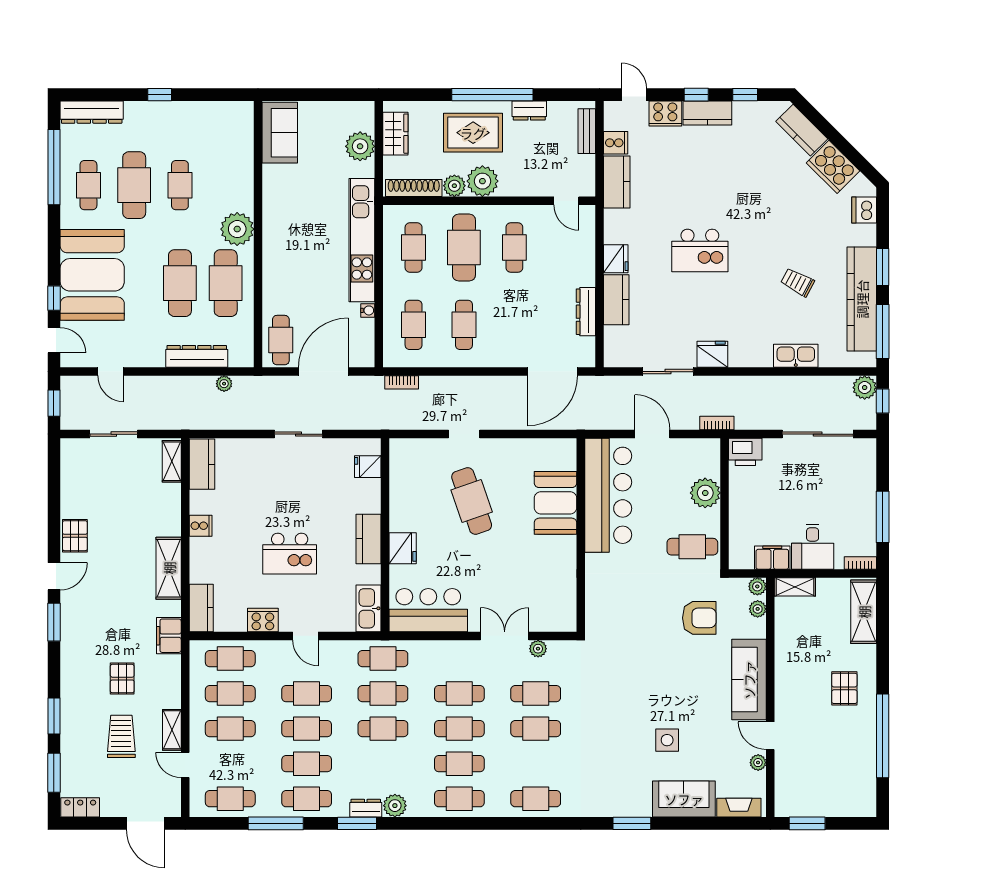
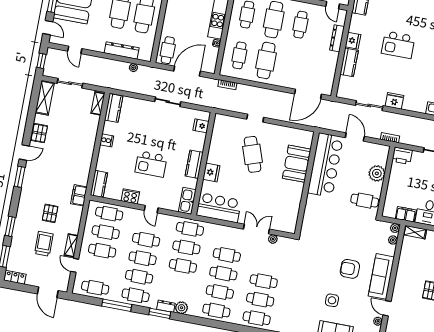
dresser: (586, 312) -> (337, 38), moved
cafe table: (464, 325) -> (266, 60), width x1.37, depth x1.35
shelving: (169, 568) -> (45, 98), moved
armchair: (699, 618) -> (350, 269), moved, turned 180
cafe table: (536, 694) -> (260, 300), moved

